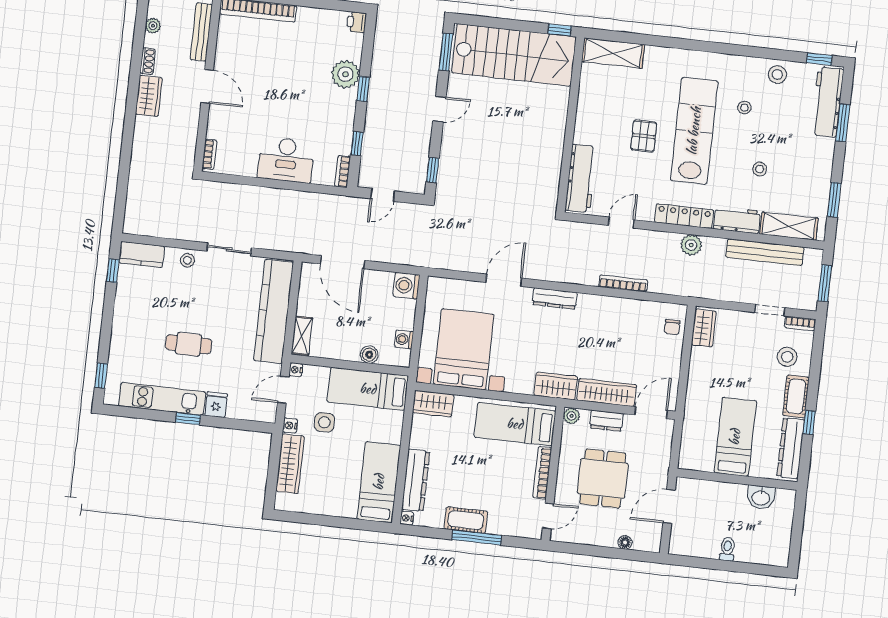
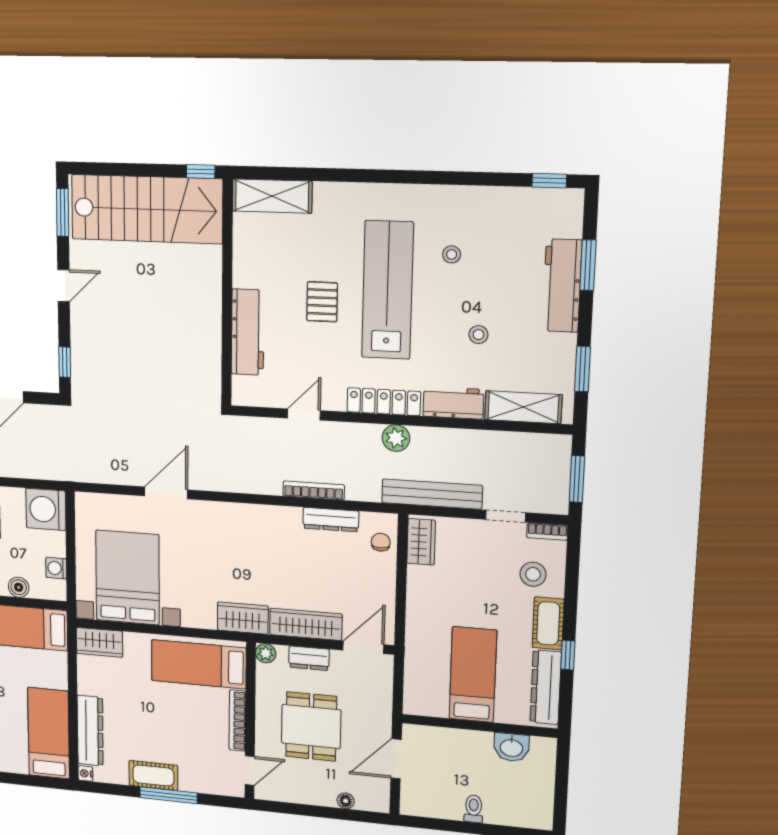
stool: (777, 75) -> (493, 207), removed
workbench: (827, 102) -> (562, 286), moved
workbench: (581, 178) -> (248, 332), moved
bench: (765, 252) -> (432, 494), moved
washing machine: (406, 286) -> (46, 509), width x1.37, depth x1.37
dresser: (555, 298) -> (331, 520), moved
chair: (672, 327) -> (381, 542), turned 180

